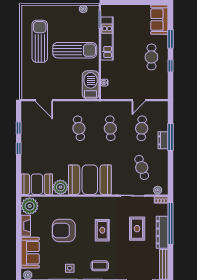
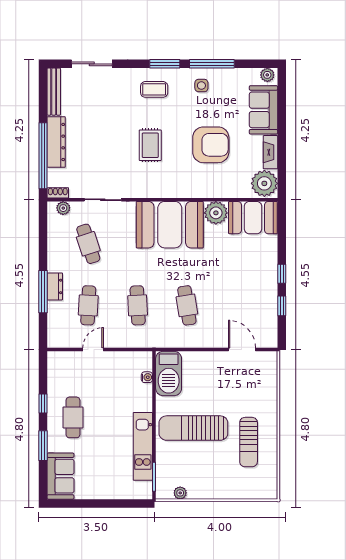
sun lounger: (40, 41) -> (249, 442), width x0.73, depth x0.75
rug: (137, 229) -> (96, 148), removed

